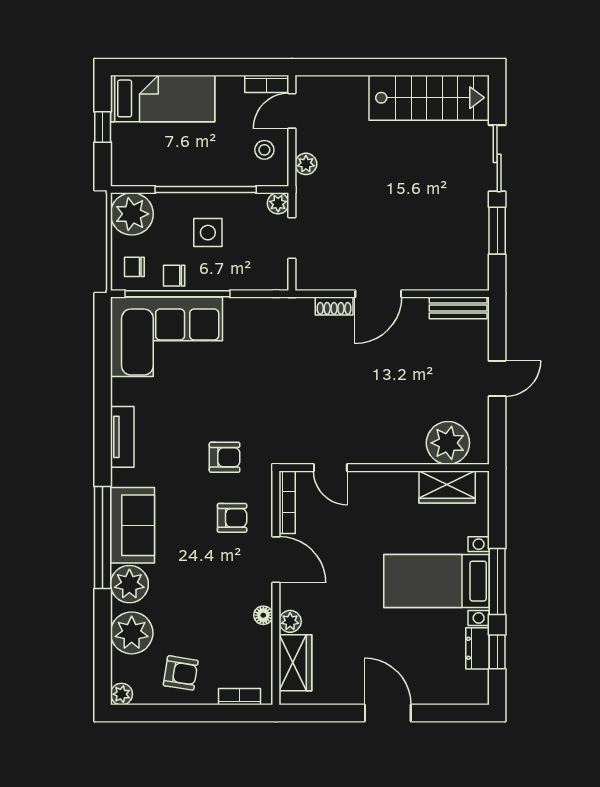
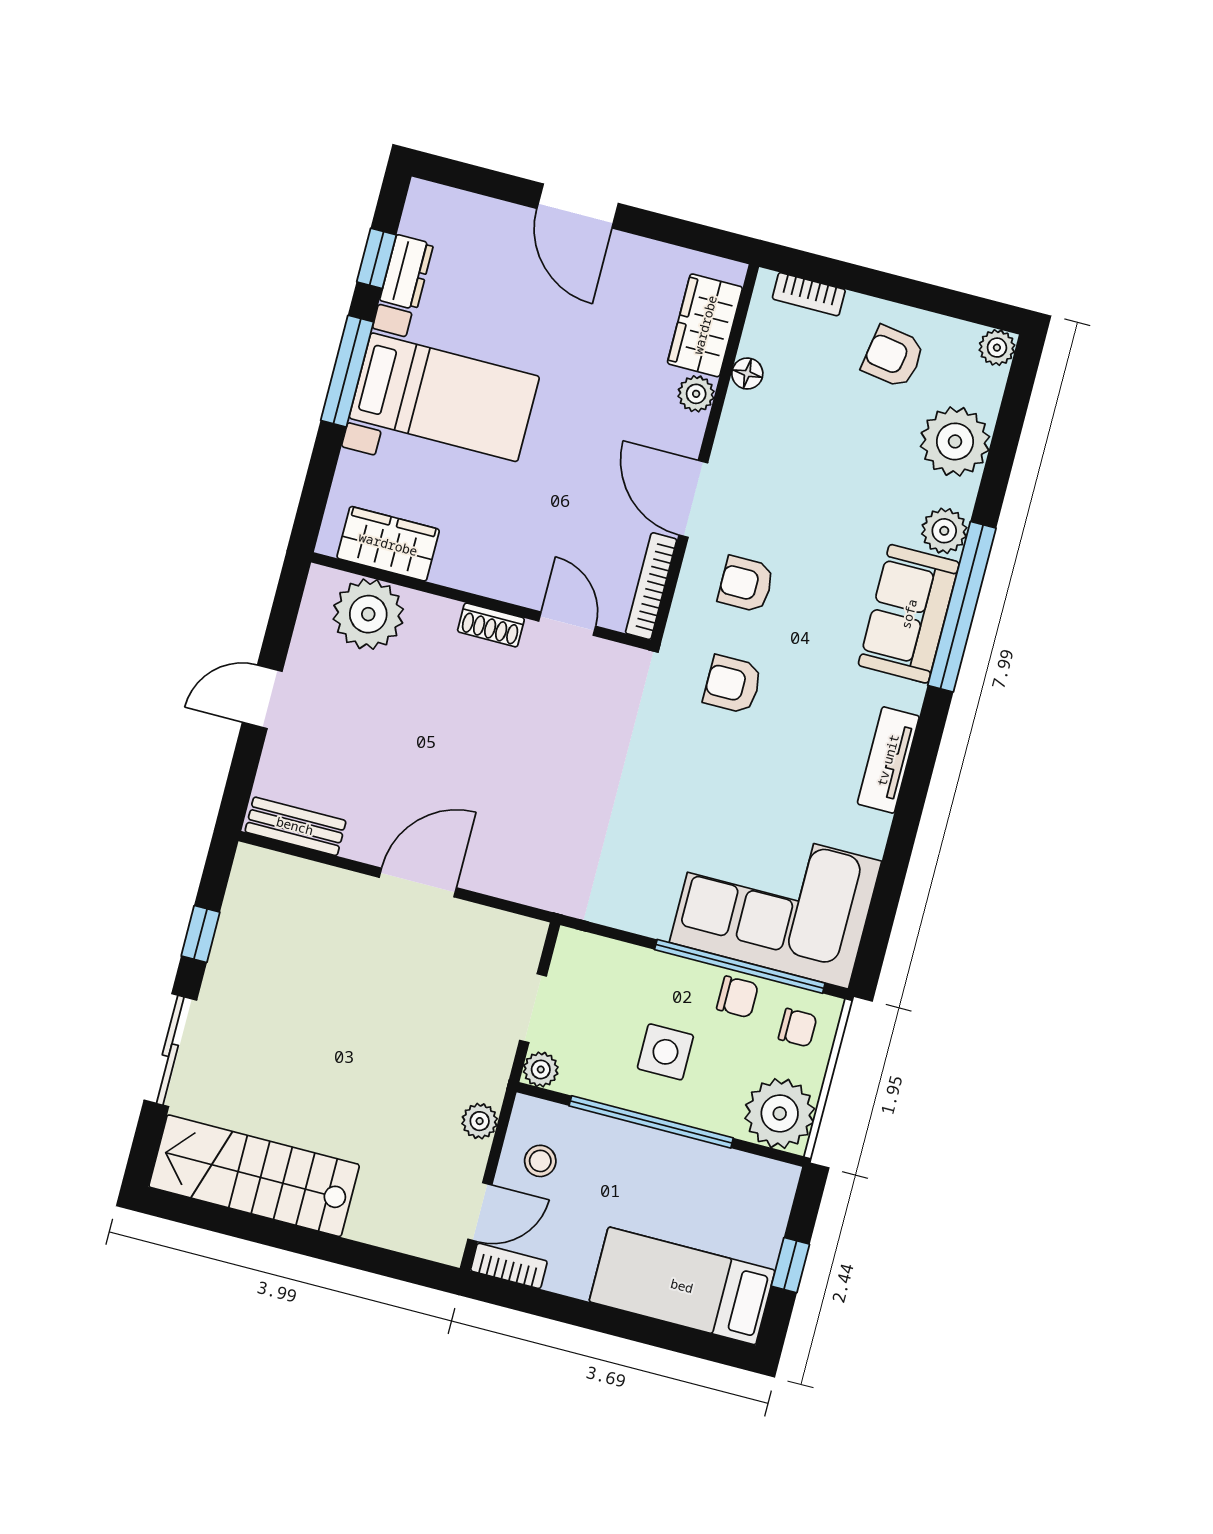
window: (497, 231) -> (201, 934), width x0.67
shoe rack: (334, 306) -> (491, 625), moved, turned 180
plant: (129, 584) -> (944, 531), width x0.73, depth x0.73
floor lamp: (263, 615) -> (747, 374), moved

